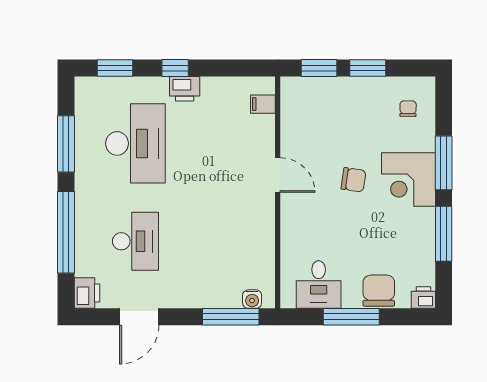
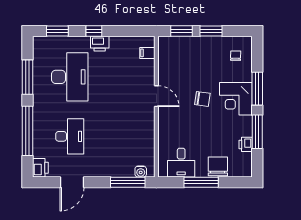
printer: (423, 298) -> (246, 144), moved, turned -90

